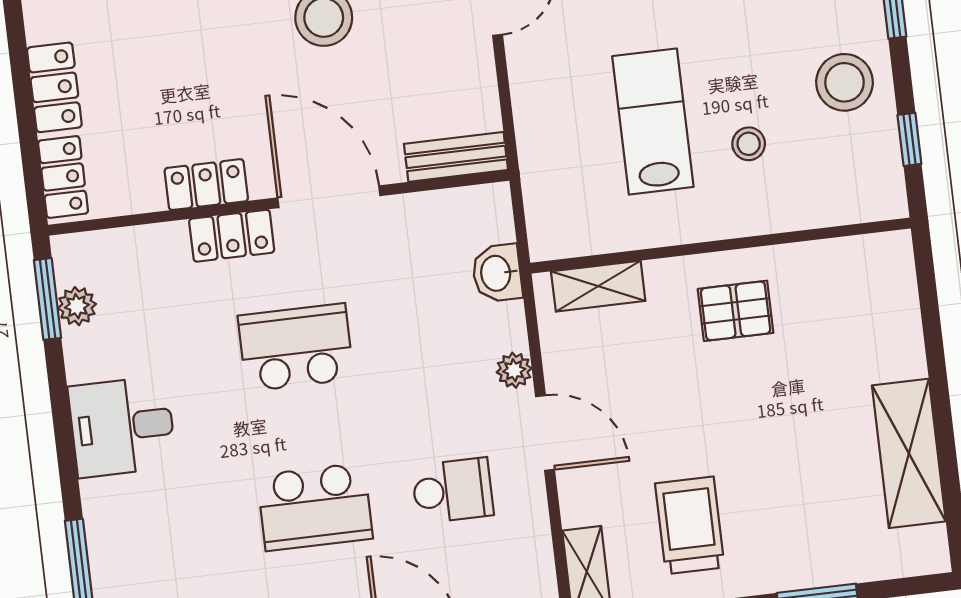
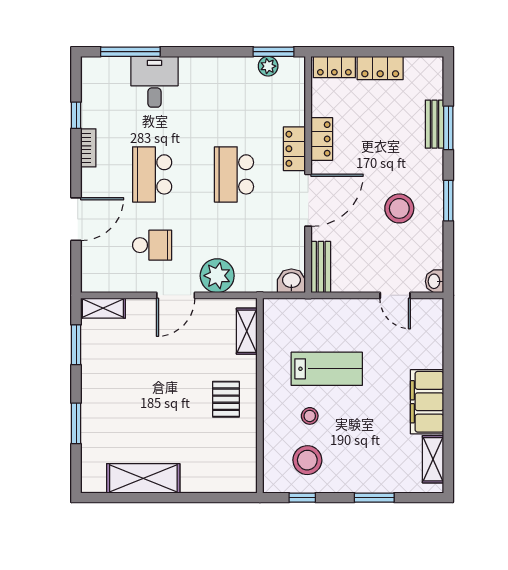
stool: (844, 82) -> (307, 460), moved
washbasin: (497, 273) -> (291, 281), moved
school desk: (296, 347) -> (234, 174), turned 180
plant: (514, 370) -> (217, 276), width x1.88, depth x1.88
desk: (122, 427) -> (154, 82), moved
school desk: (452, 490) -> (152, 245), turned -90
trolley: (690, 525) -> (120, 363), removed

